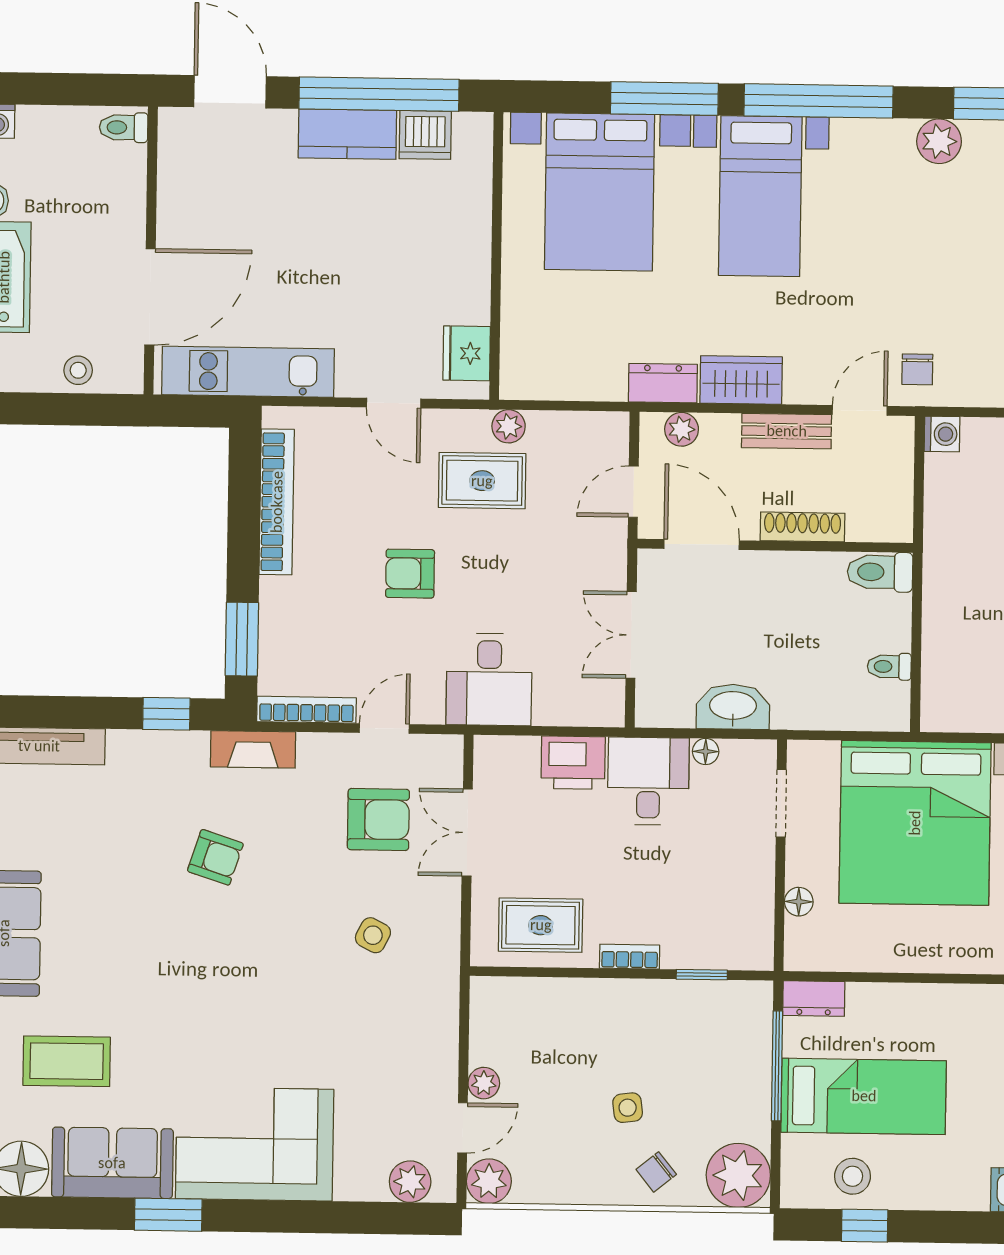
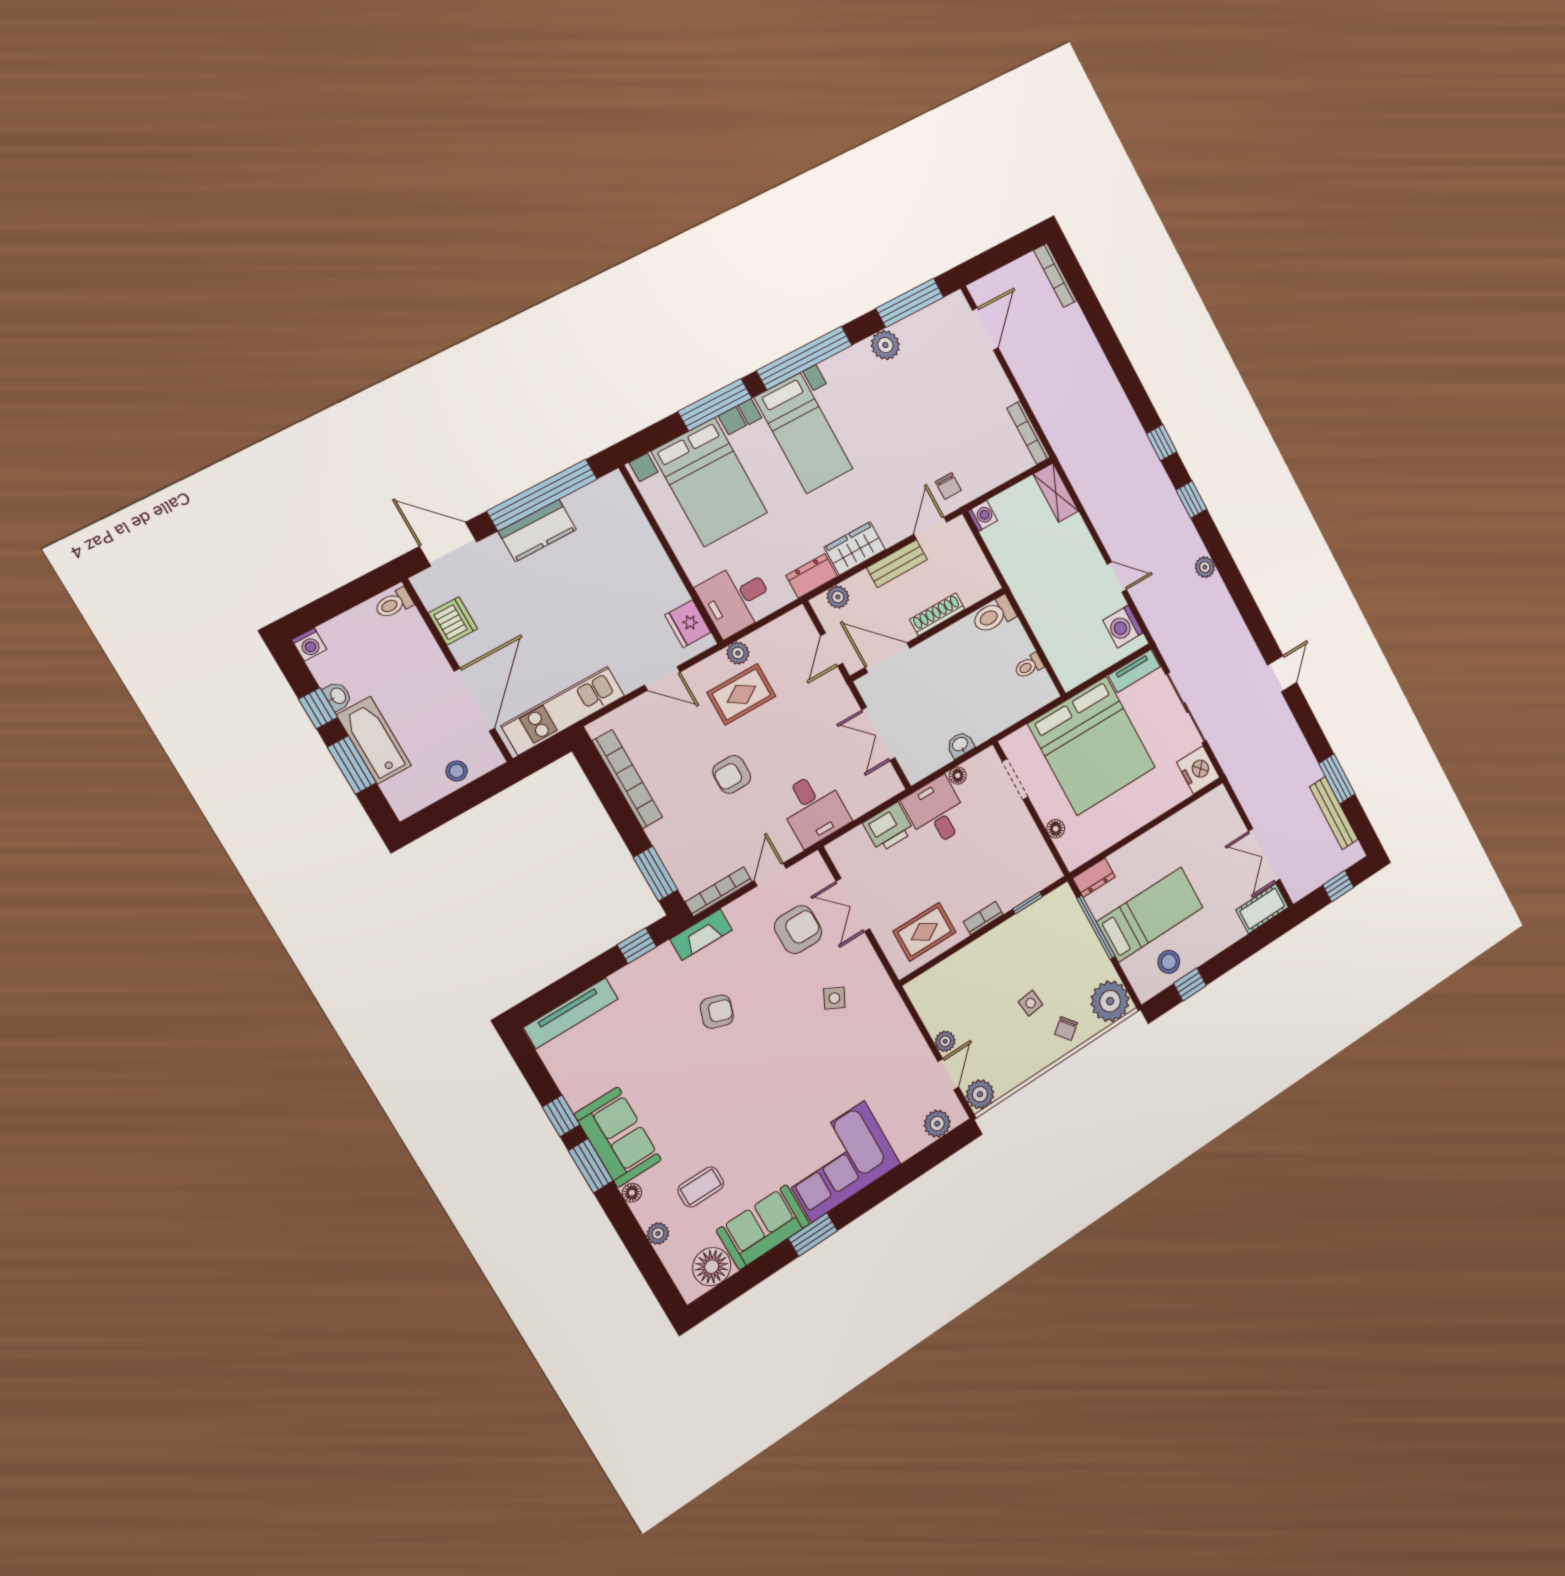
dishwasher: (425, 135) -> (453, 621), moved, turned -90
desk: (547, 357) -> (736, 599), added
washbasin: (733, 707) -> (960, 745), width x0.52, depth x0.69
coffee table: (67, 1061) -> (701, 1187), width x0.73, depth x0.77

